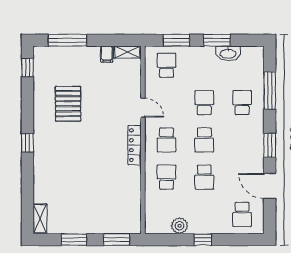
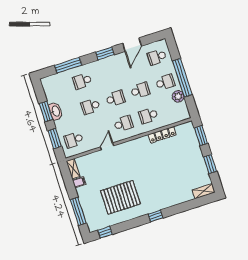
washbasin: (228, 53) -> (56, 111), moved
pallet: (68, 104) -> (120, 197), width x1.37, depth x1.41
locker: (135, 145) -> (162, 135), moved
school desk: (204, 214) -> (165, 82), added
school desk: (242, 214) -> (157, 57), turned 180
window: (203, 240) -> (182, 78), width x3.17

